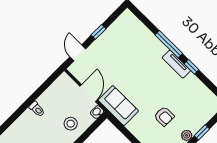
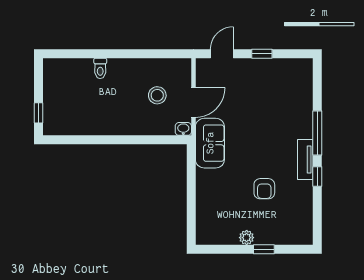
toilet: (37, 109) -> (100, 68), moved
armchair: (164, 116) -> (264, 189), moved
stool: (71, 124) -> (157, 95), moved

